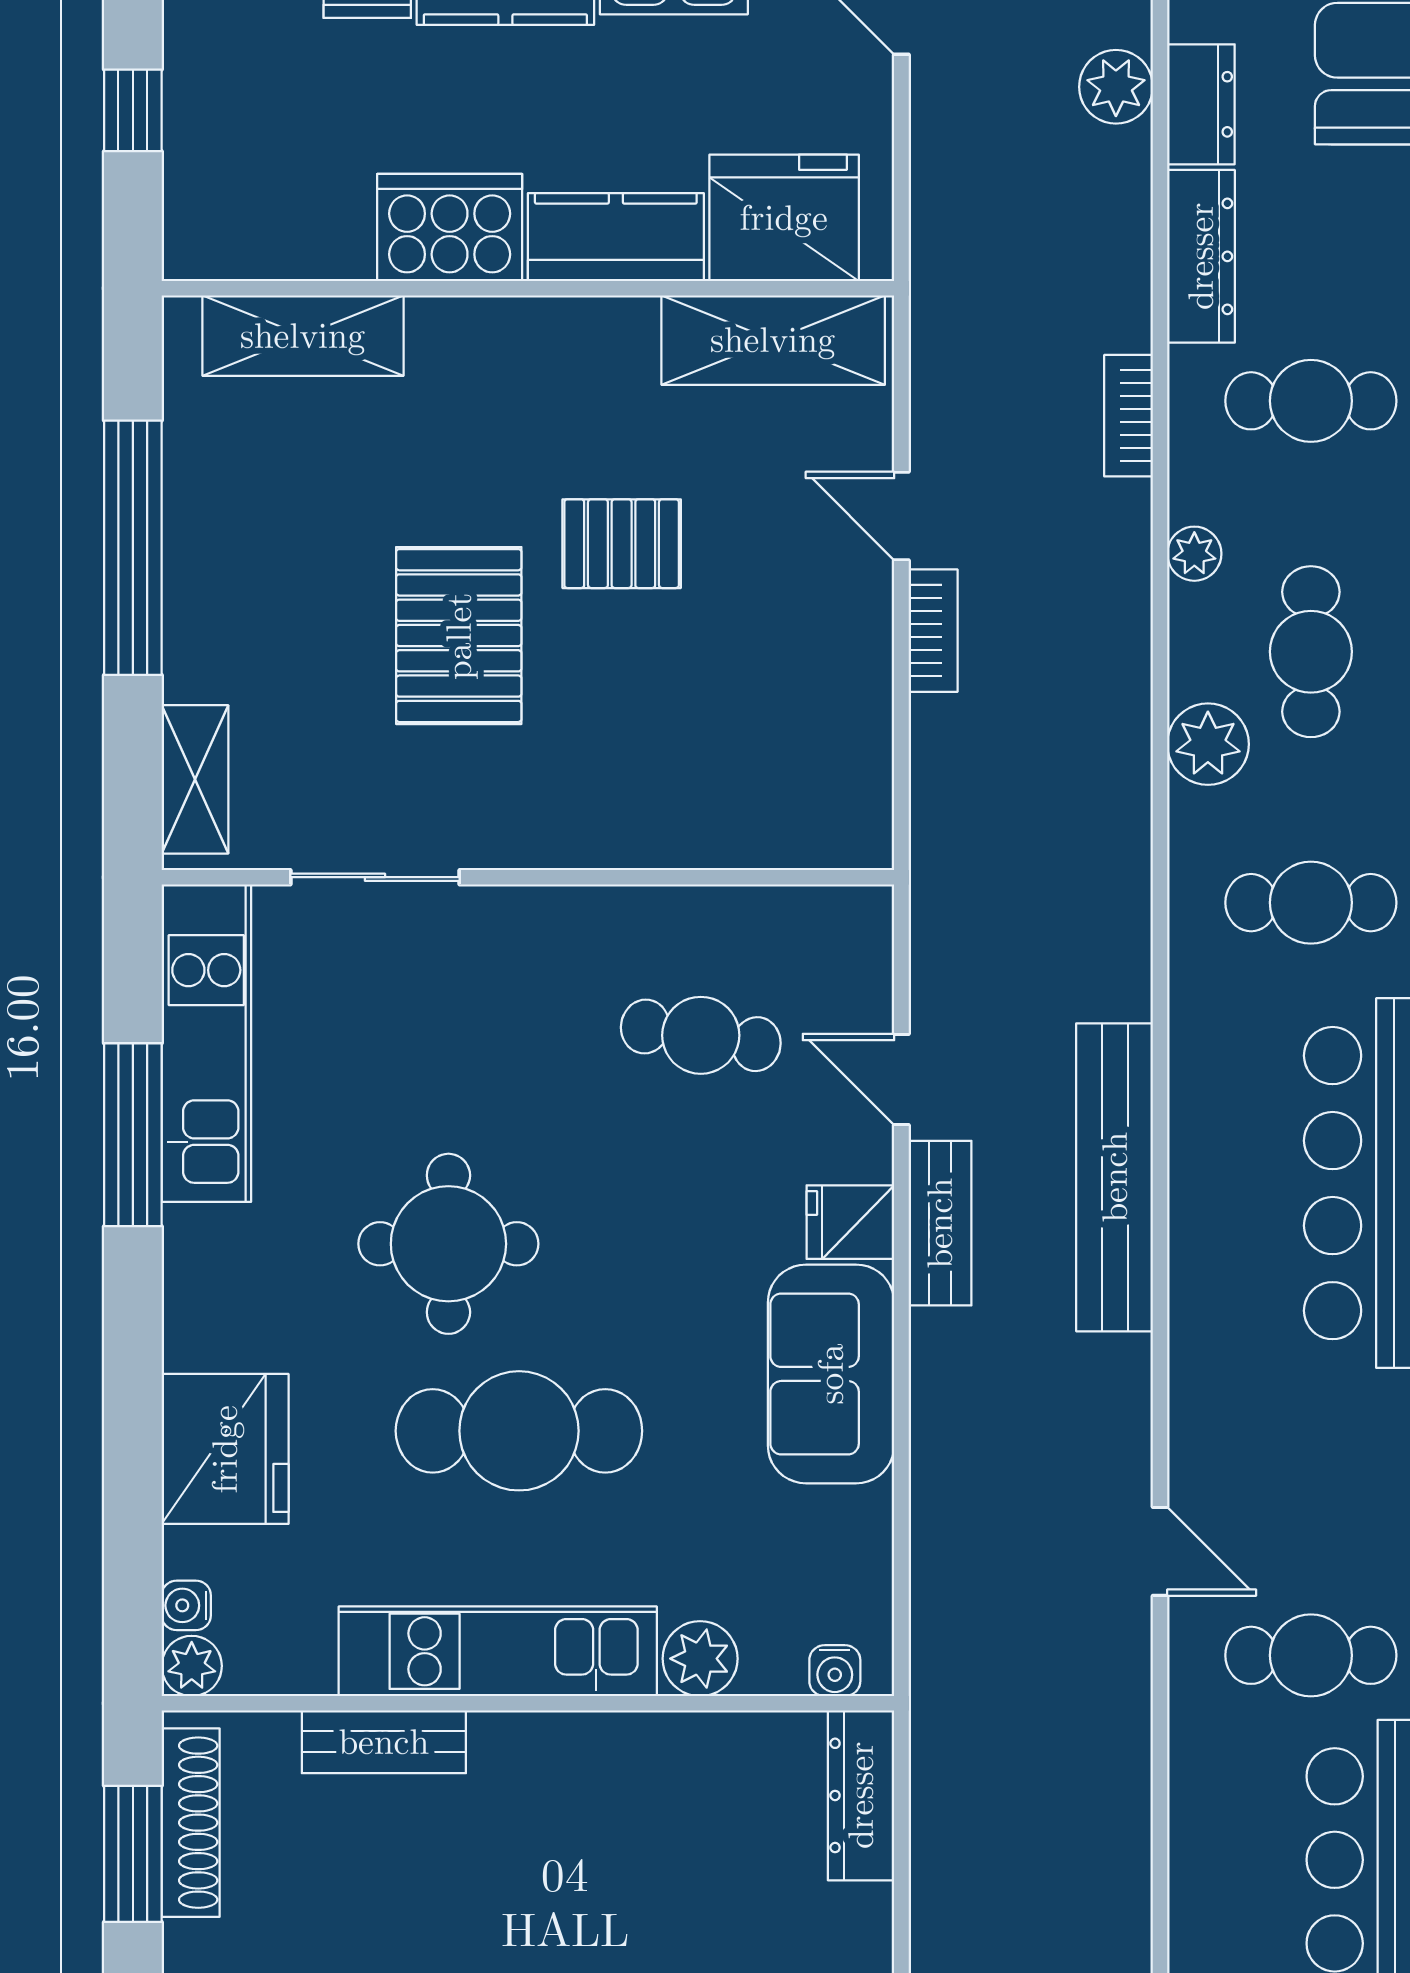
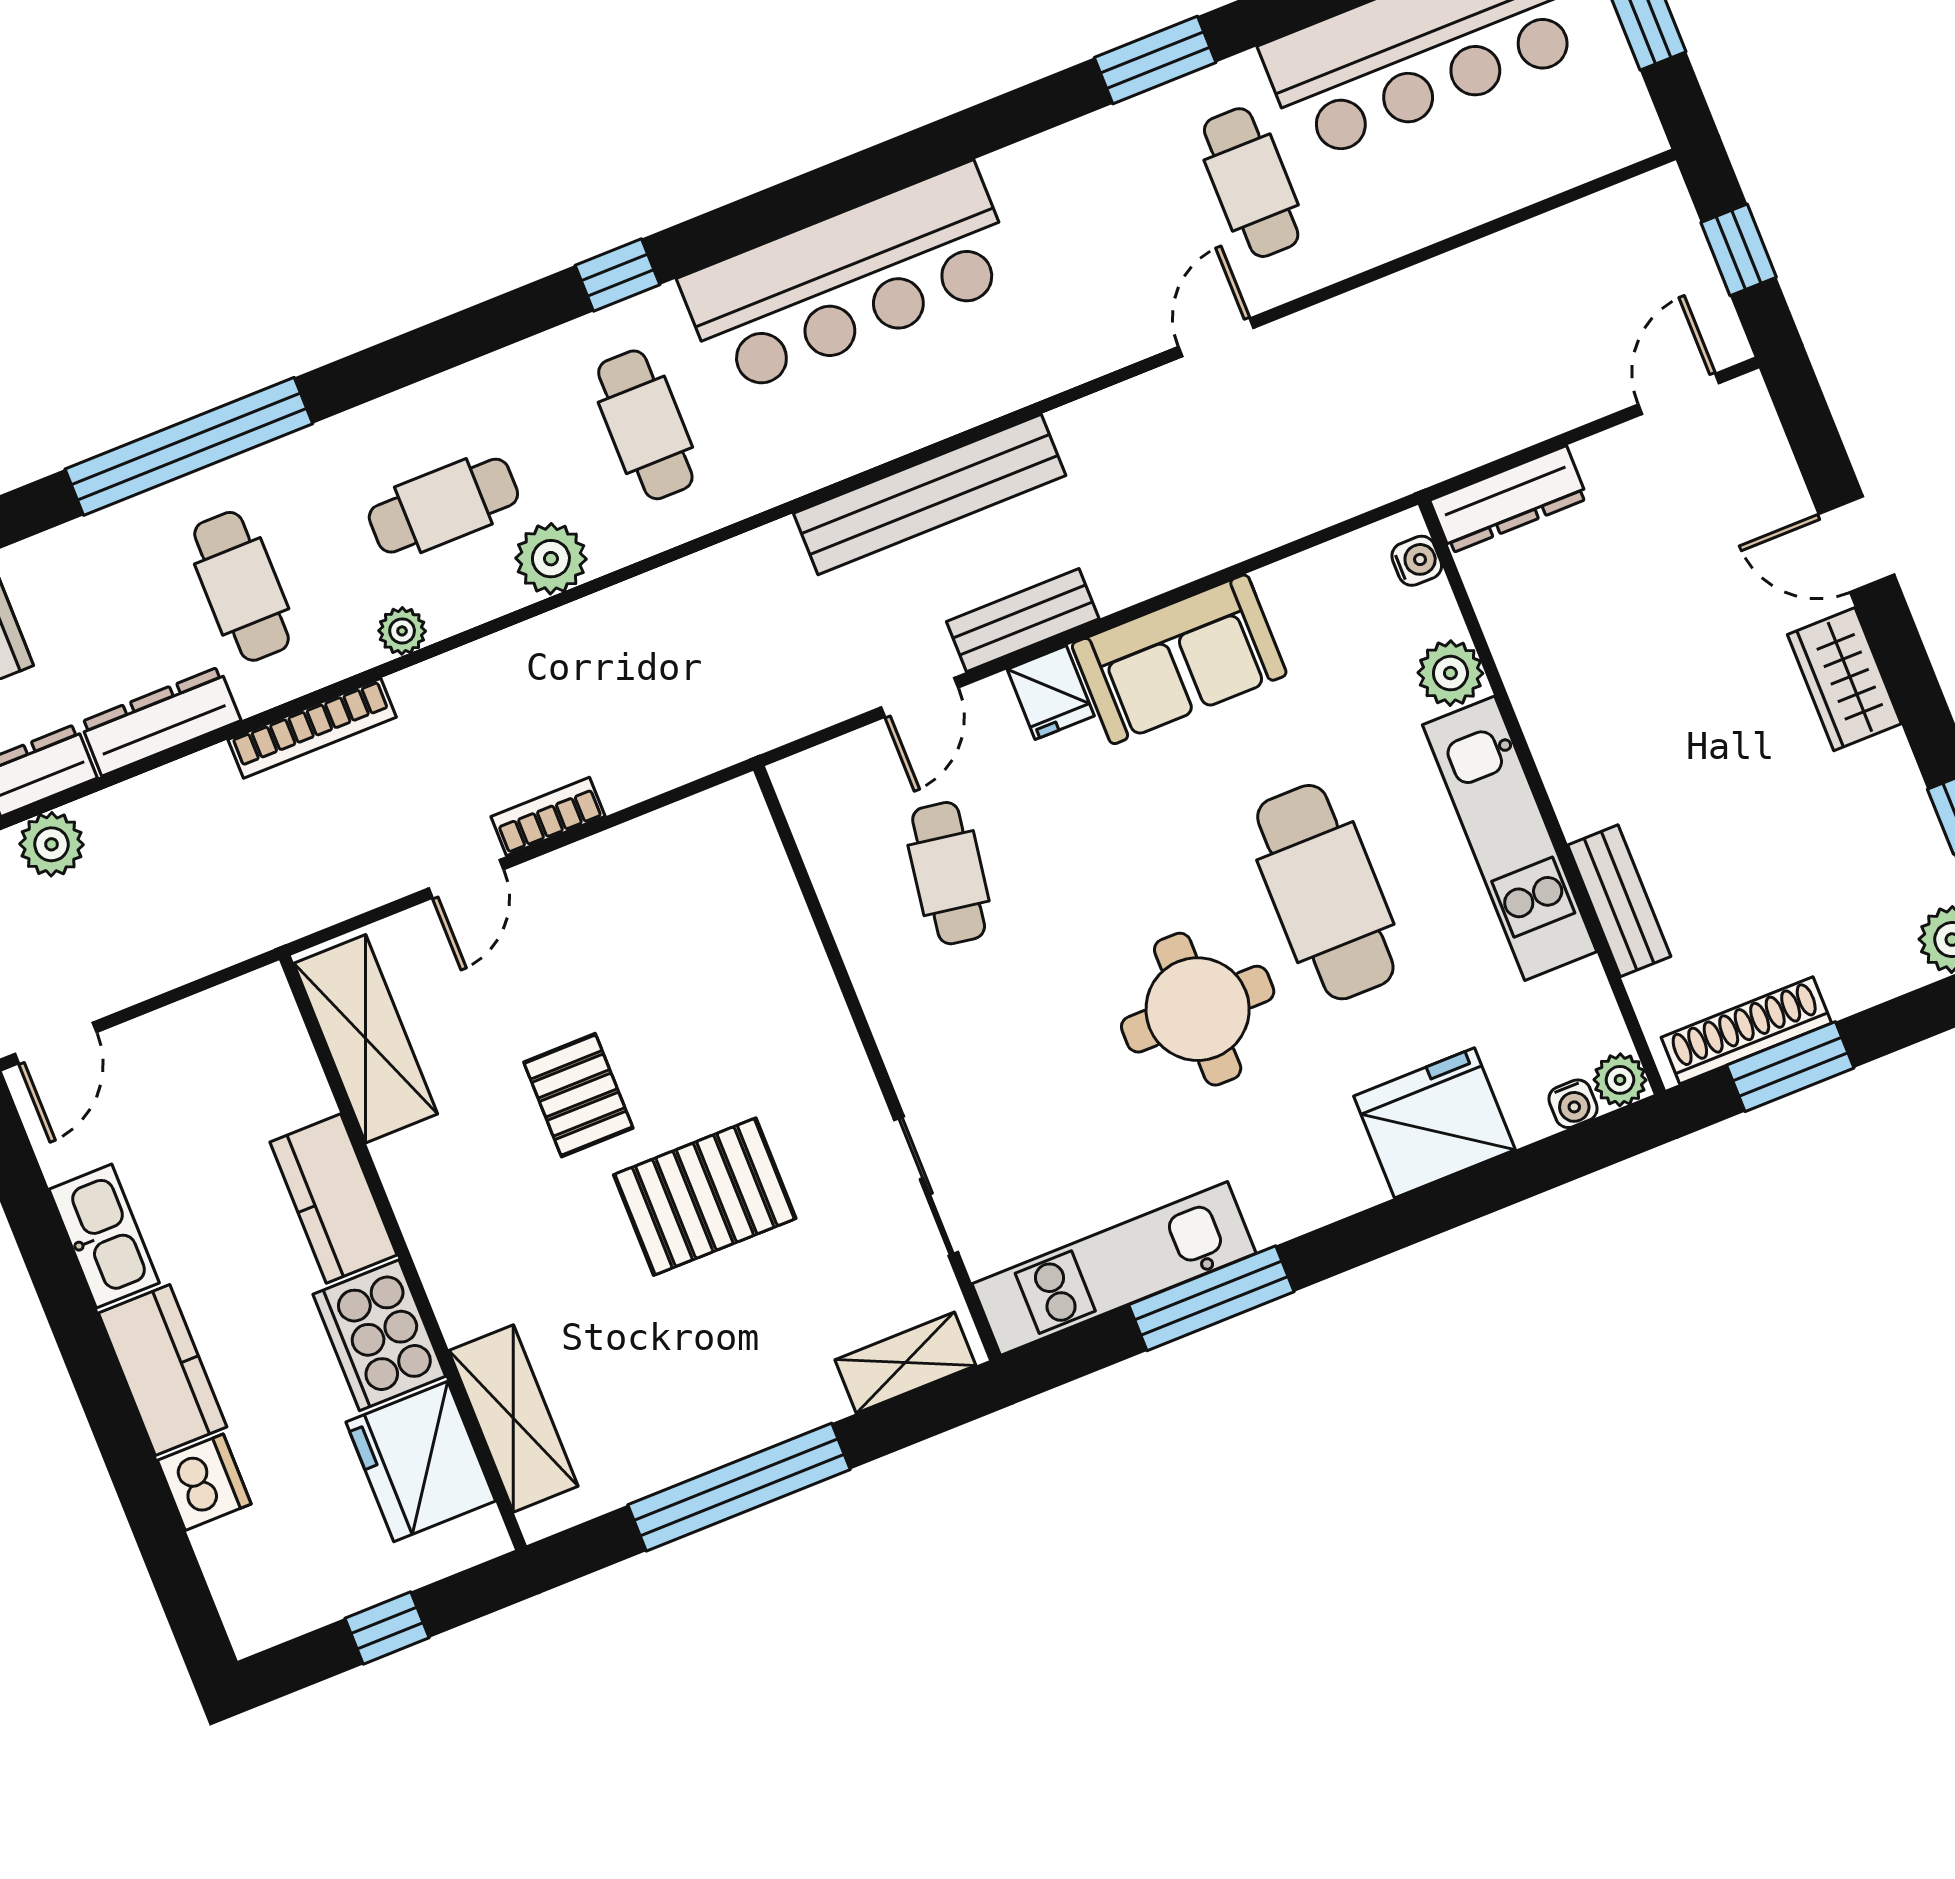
fridge: (784, 218) -> (421, 1462), moved
bookcase: (1129, 416) -> (312, 728), width x1.56

